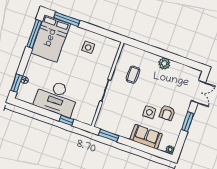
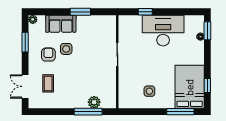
window: (34, 34) -> (207, 85), width x0.46
window: (150, 49) -> (88, 112), added
plant: (164, 64) -> (94, 102), moved
coffee table: (133, 75) -> (48, 83), moved
window: (188, 122) -> (25, 42), moved
window: (109, 135) -> (80, 12), moved

